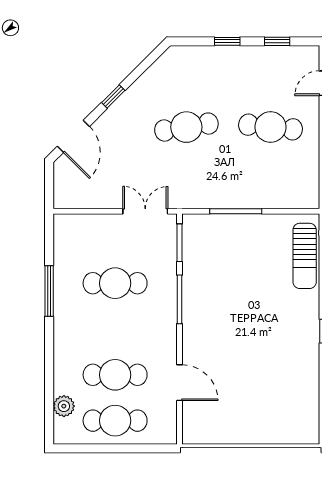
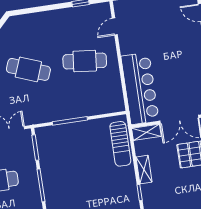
window: (227, 41) -> (47, 8), removed
cafe table: (186, 127) -> (28, 69), turned 30

